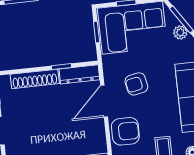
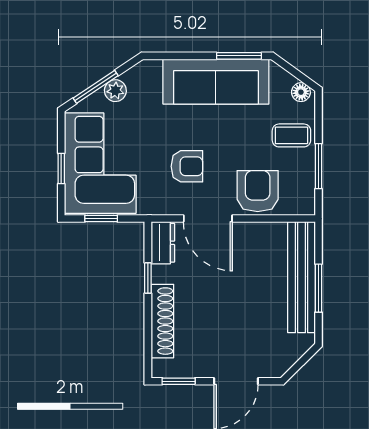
dresser: (79, 74) -> (163, 243), width x0.70
armchair: (136, 84) -> (187, 166), turned -79

